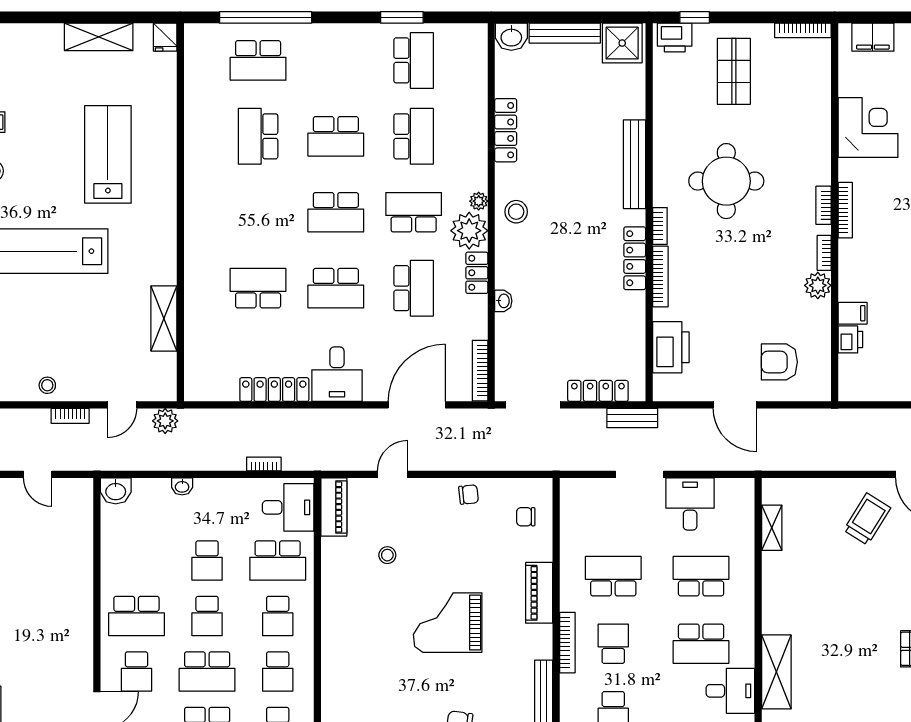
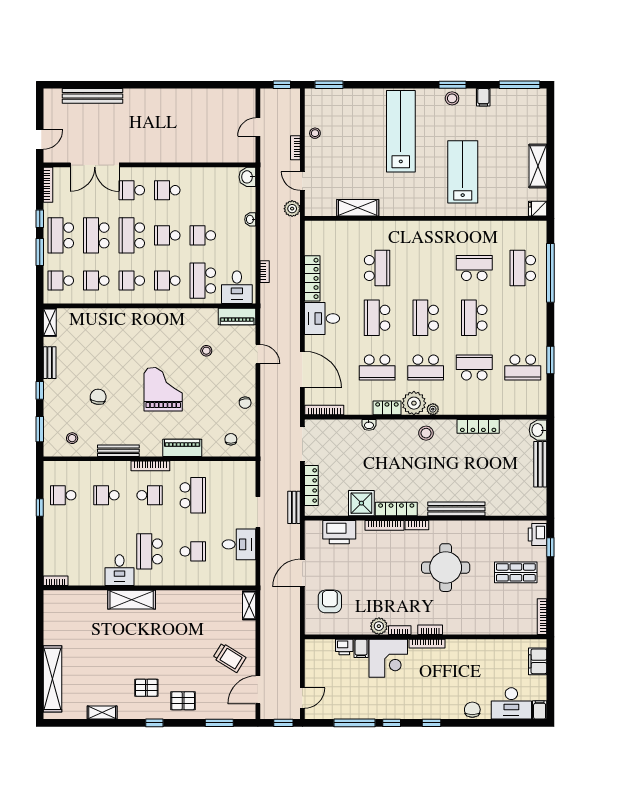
shower: (622, 43) -> (361, 503), moved
corner desk: (868, 128) -> (388, 658), moved
school desk: (414, 136) -> (474, 368), turned 180
lab bench: (108, 154) -> (463, 172), turned -90
school desk: (414, 212) -> (426, 368), turned 90
shelving: (772, 528) -> (249, 605), moved, turned 90
school desk: (701, 576) -> (193, 551), width x0.54
school desk: (136, 616) -> (167, 190), width x0.54

